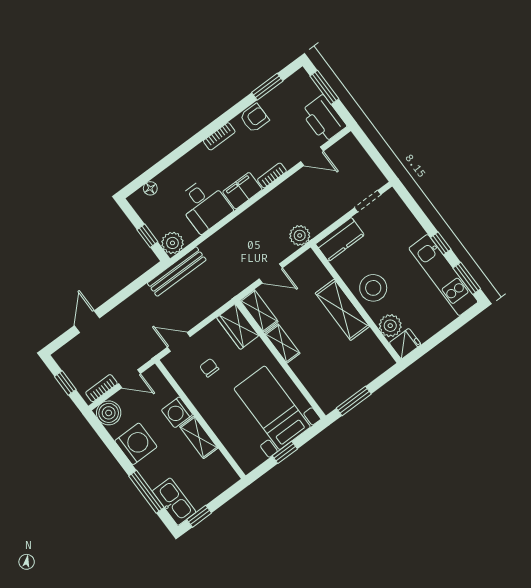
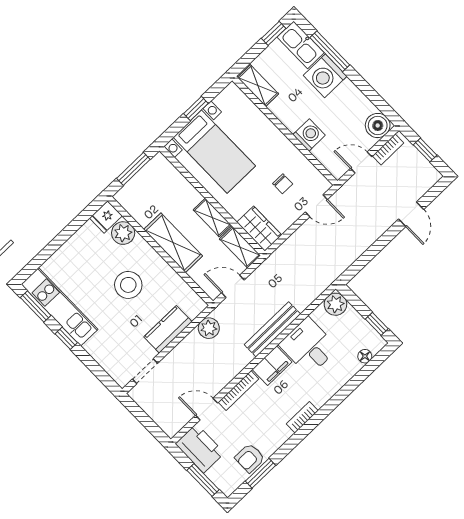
armchair: (254, 118) -> (250, 458), moved
bookcase: (272, 175) -> (238, 391), width x1.56
window: (147, 236) -> (377, 324), moved
bench: (177, 272) -> (272, 329), moved
wall: (356, 303) -> (160, 251), moved
shelving: (342, 310) -> (173, 243), moved
plant: (390, 326) -> (123, 233), moved
fridge: (405, 344) -> (106, 217), moved
shelving: (199, 437) -> (258, 86), moved
washing machine: (136, 444) -> (325, 76), moved

